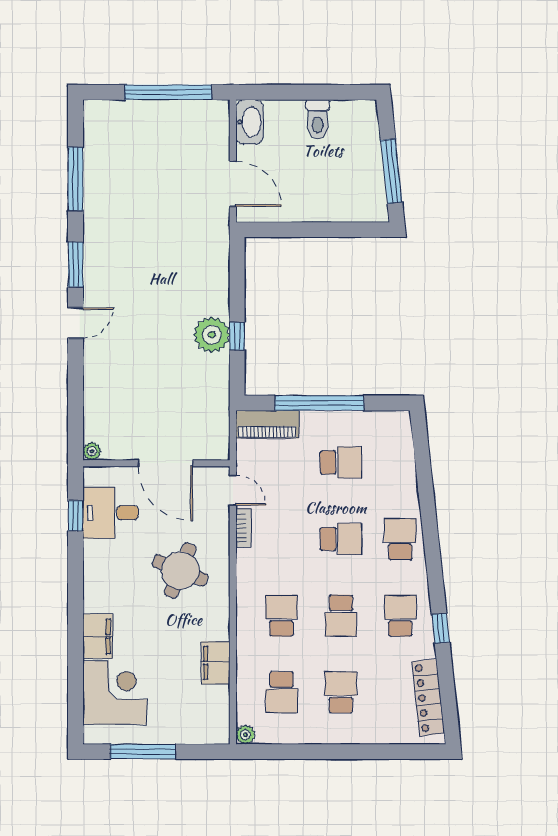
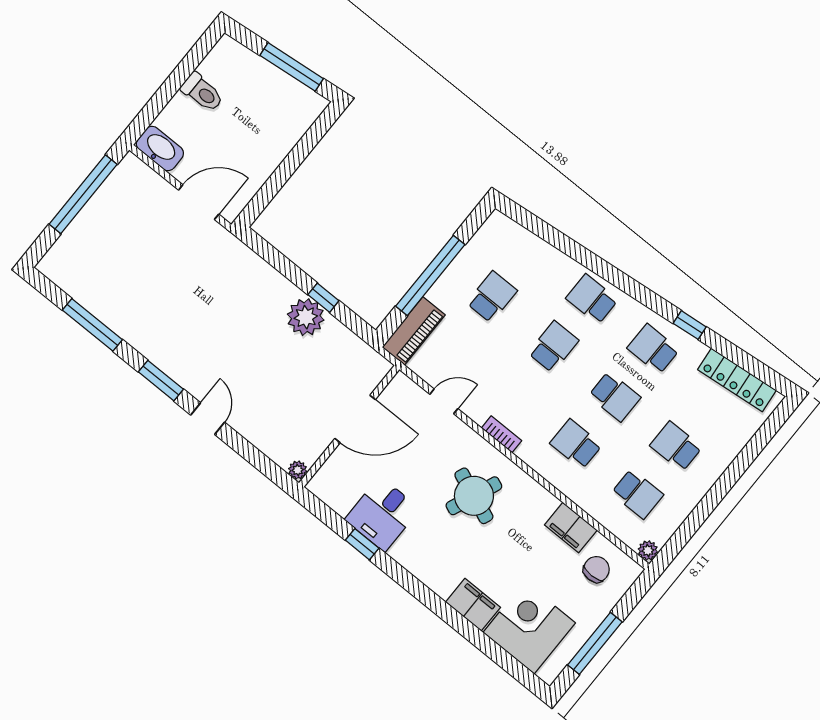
plant: (92, 451) -> (298, 470), moved
wall: (156, 463) -> (349, 426), moved
door: (165, 463) -> (355, 419), moved
bookcase: (243, 528) -> (502, 434), moved
chair: (200, 708) -> (596, 569), added

